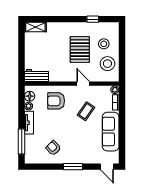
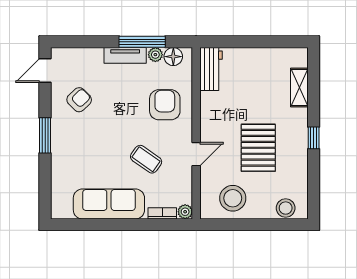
window: (93, 19) -> (314, 138), moved
shelving: (35, 27) -> (299, 87), moved
stool: (104, 44) -> (286, 208), moved
pallet: (80, 50) -> (258, 148), turned 90
window: (22, 142) -> (142, 42), moved
door: (107, 167) -> (45, 71), moved

